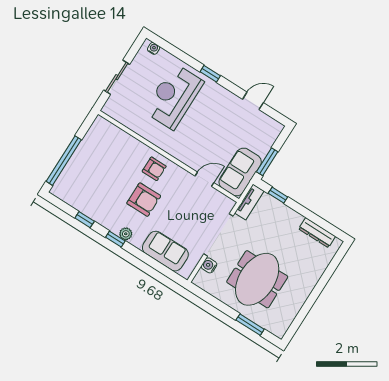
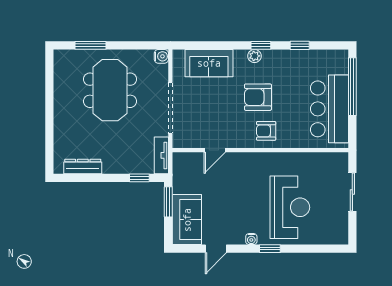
water cooler: (154, 48) -> (251, 239), moved
bar counter: (93, 154) -> (329, 109), added
sofa: (240, 172) -> (187, 220), moved
water cooler: (209, 265) -> (161, 56), moved

